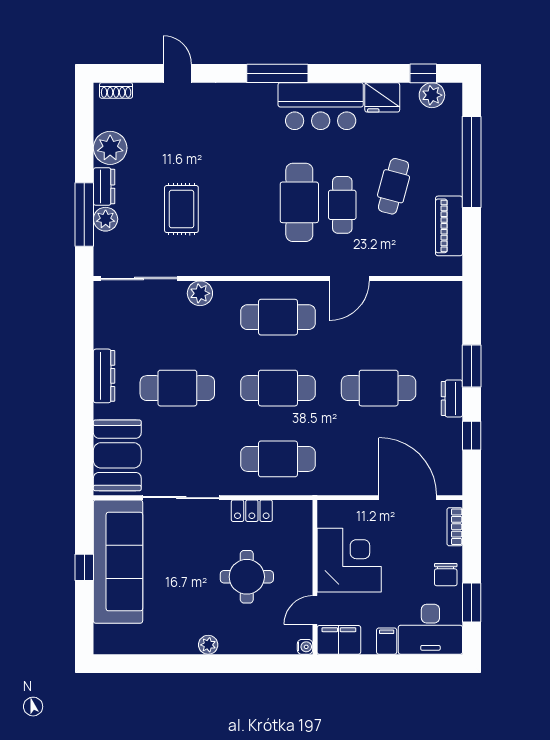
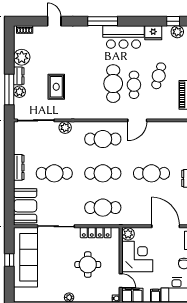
locker: (252, 511) -> (96, 233), width x1.53
plant: (330, 513) -> (128, 234), added
door: (315, 610) -> (121, 281), swing flipped

